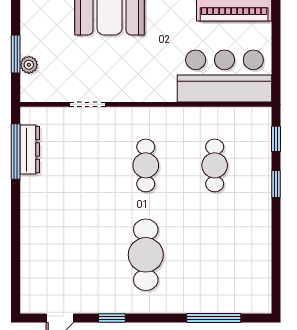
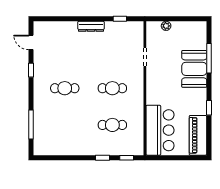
window: (16, 54) -> (172, 19), removed
dresser: (30, 150) -> (91, 26), moved
window: (16, 151) -> (120, 19), width x0.46
cafe table: (146, 255) -> (65, 88), width x0.73, depth x0.74

